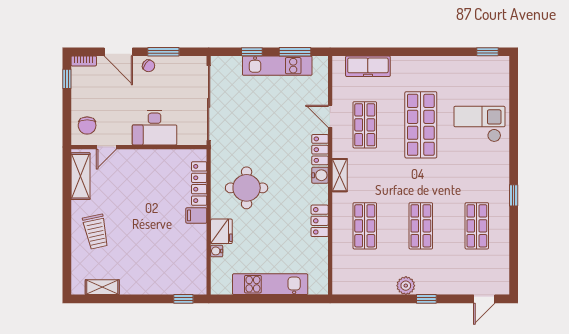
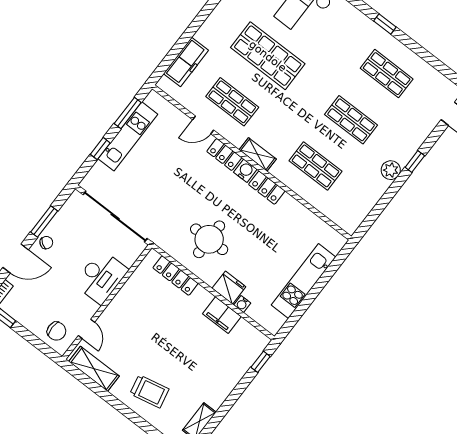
filing cabinet: (196, 215) -> (222, 315), moved, width x2.00
locker: (320, 221) -> (267, 188), moved

